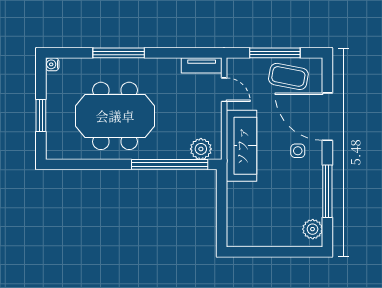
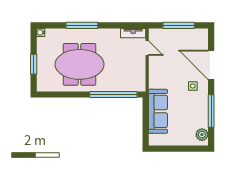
coffee table: (288, 76) -> (187, 40), removed
sofa: (242, 146) -> (158, 111), moved
plant: (201, 149) -> (133, 85), removed

